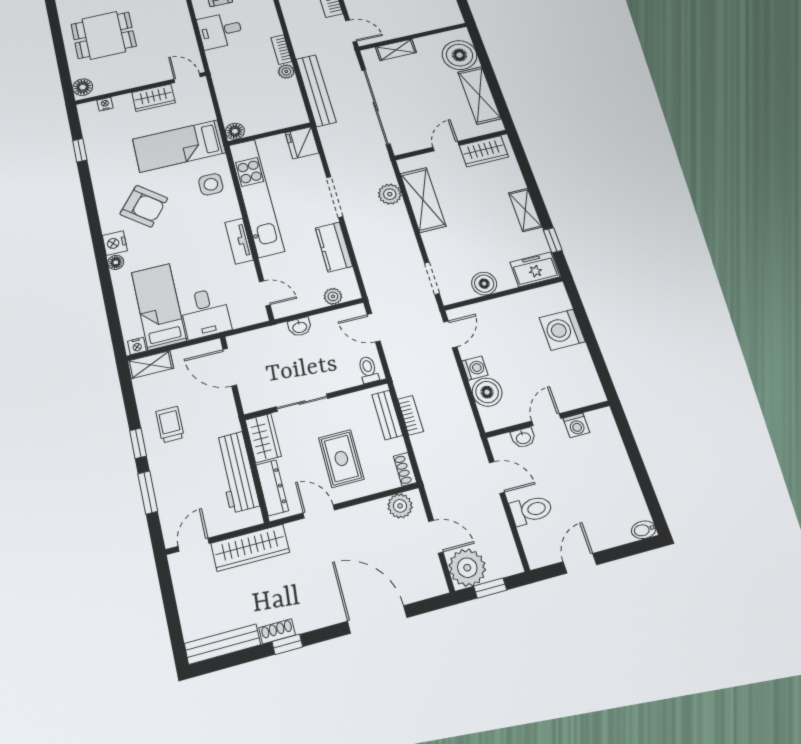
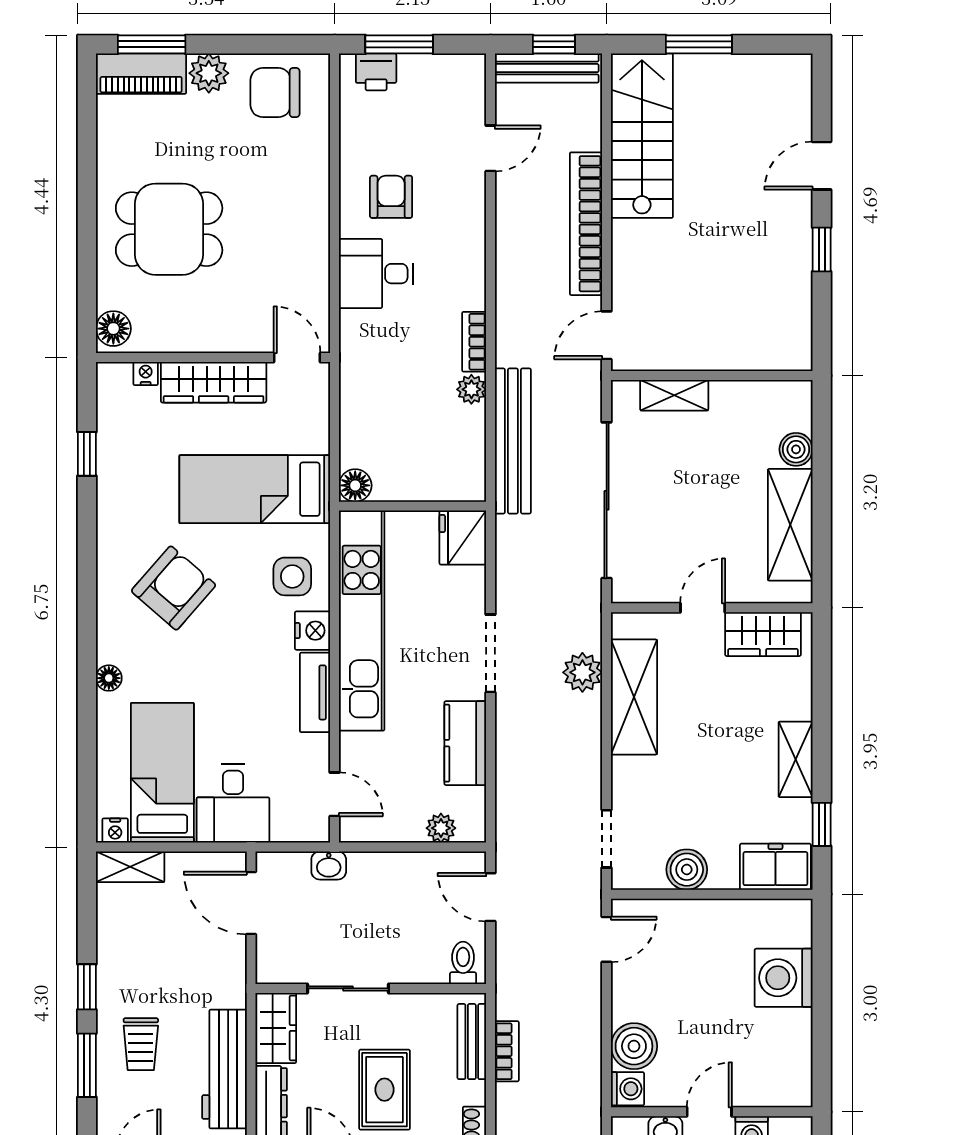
door: (351, 31) -> (607, 335), swing flipped
boiler: (459, 55) -> (796, 449), width x0.54, depth x0.54
wardrobe: (154, 98) -> (214, 382), width x1.50
armchair: (144, 206) -> (174, 588), turned -88
nightstand: (115, 243) -> (313, 631), moved, turned 180
washbasin: (300, 327) -> (329, 865), moved
washing machine: (475, 368) -> (628, 1089), moved
trolley: (170, 424) -> (141, 1044), moved, turned 180

